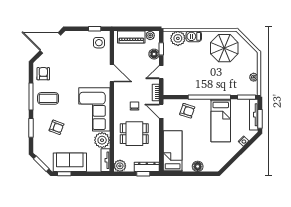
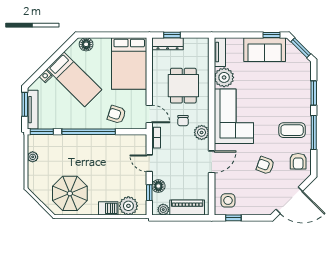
door: (161, 72) -> (149, 163), swing flipped
door: (112, 73) -> (212, 162), swing flipped
bed: (221, 121) -> (74, 79), moved, turned 135
armchair: (56, 127) -> (265, 165), moved
dining table: (134, 134) -> (183, 86), turned 90
bed: (173, 151) -> (129, 63), width x1.50
plant: (120, 166) -> (202, 132), moved
floor lamp: (198, 166) -> (86, 44), moved

